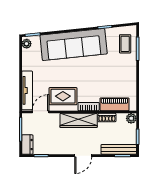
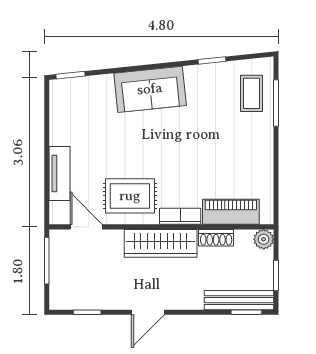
plant: (27, 44) -> (59, 93), removed
sofa: (74, 44) -> (150, 89), width x0.54, depth x0.79
tv unit: (27, 90) -> (60, 174), width x0.71
door: (41, 112) -> (86, 227), hinge flipped
dresser: (27, 145) -> (60, 291), removed
door: (83, 156) -> (148, 312), moved

